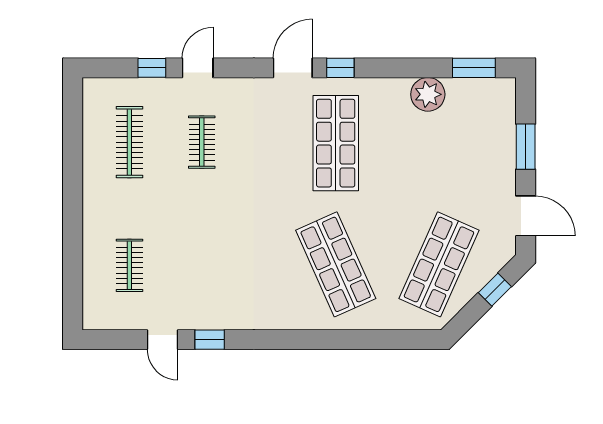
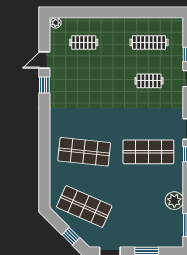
shop shelf: (336, 264) -> (84, 152), turned 30
plant: (92, 318) -> (56, 23), added

